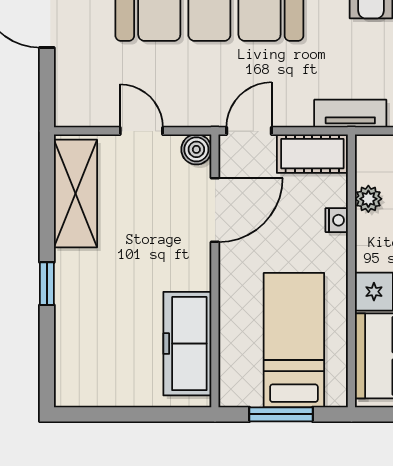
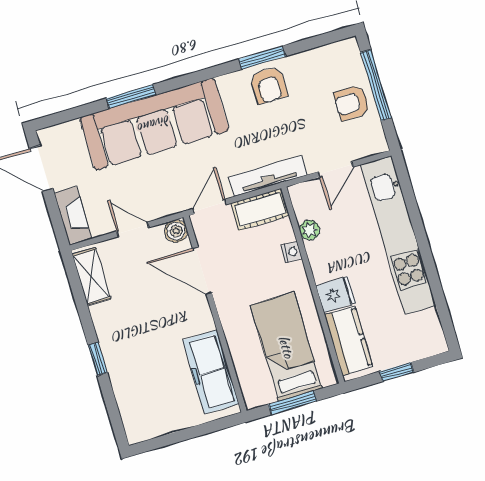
fireplace: (70, 91) -> (73, 216), added
tv unit: (350, 113) -> (268, 176), width x1.41
shelving: (75, 194) -> (91, 277), width x0.67, depth x0.75
door: (215, 210) -> (202, 271), swing flipped

